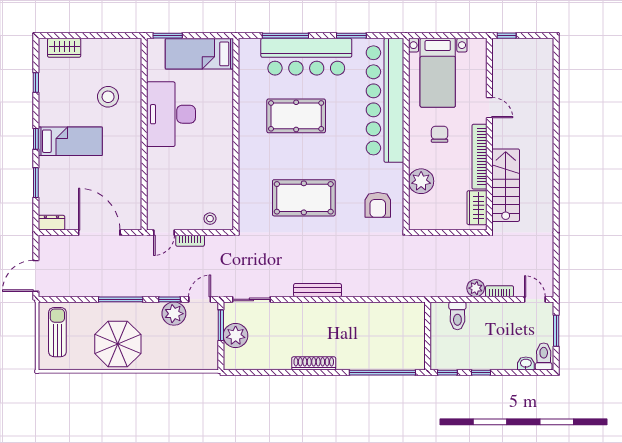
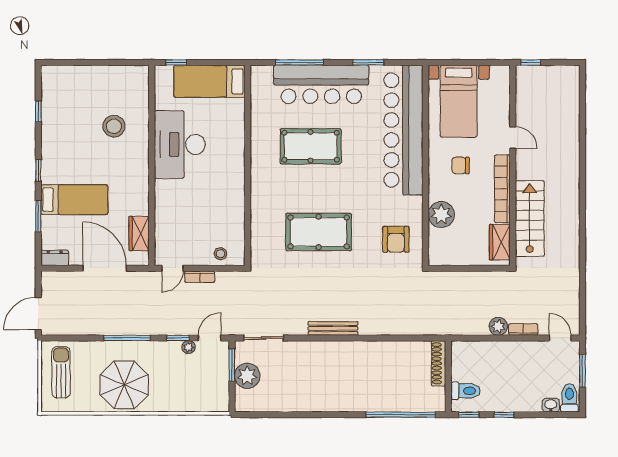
window: (168, 36) -> (176, 62), width x0.67
wardrobe: (64, 48) -> (139, 234), moved, turned 90
chair: (440, 134) -> (461, 165), turned -90
bed: (70, 141) -> (74, 200), moved
plant: (174, 314) -> (189, 347), width x0.53, depth x0.53
toilet: (457, 316) -> (465, 391), moved, turned -90
shoe rack: (314, 363) -> (439, 363), moved, turned -90

